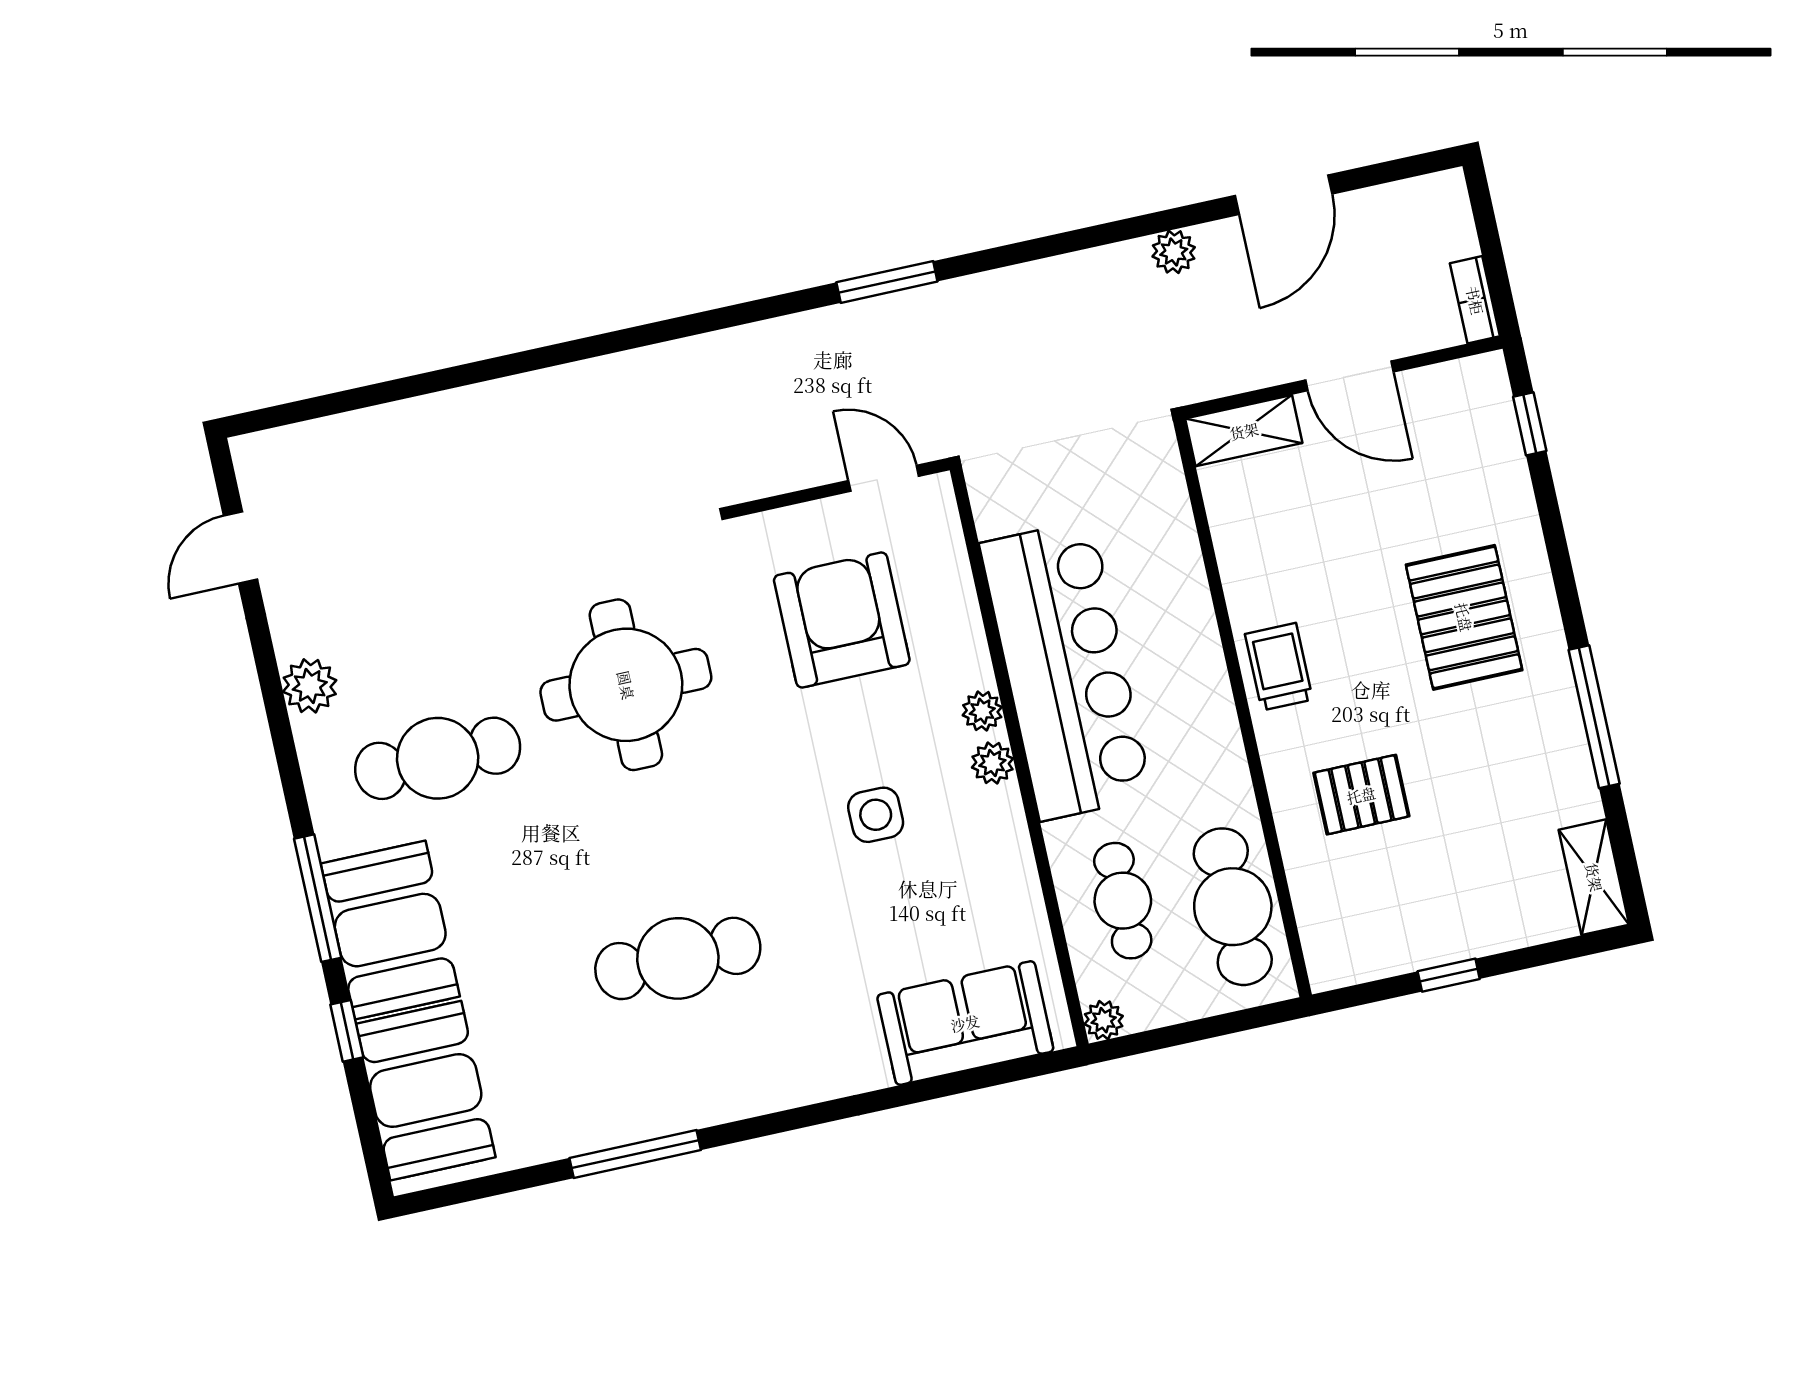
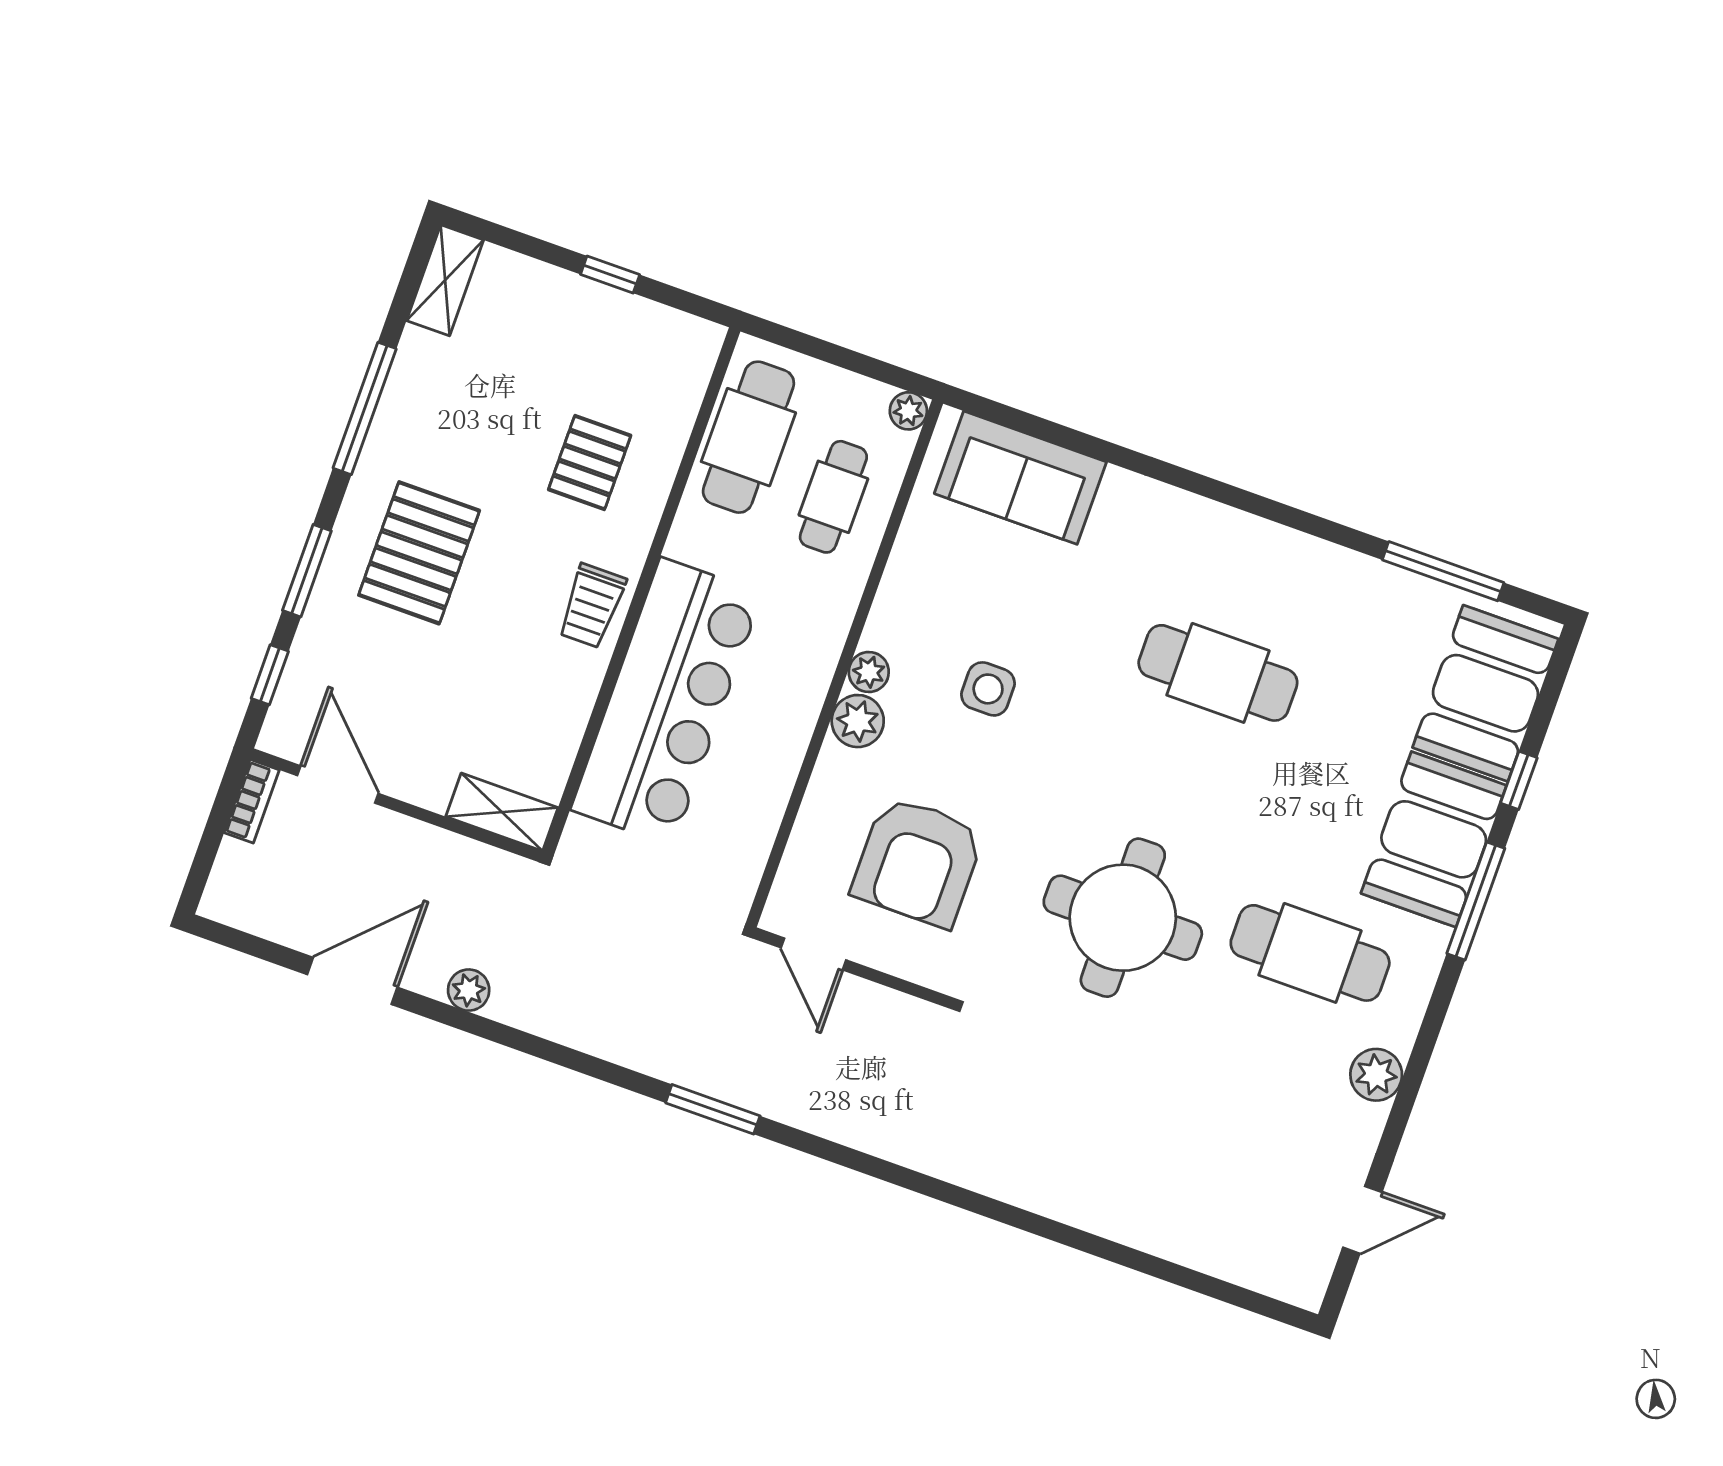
door: (1349, 376) -> (338, 784), moved
window: (1555, 538) -> (307, 571), added
bar counter: (1066, 670) -> (667, 702), moved, turned 180
plant: (982, 711) -> (858, 721), width x1.38, depth x1.38
pallet: (1361, 795) -> (590, 462), turned 90
window: (635, 1154) -> (1443, 571), moved

